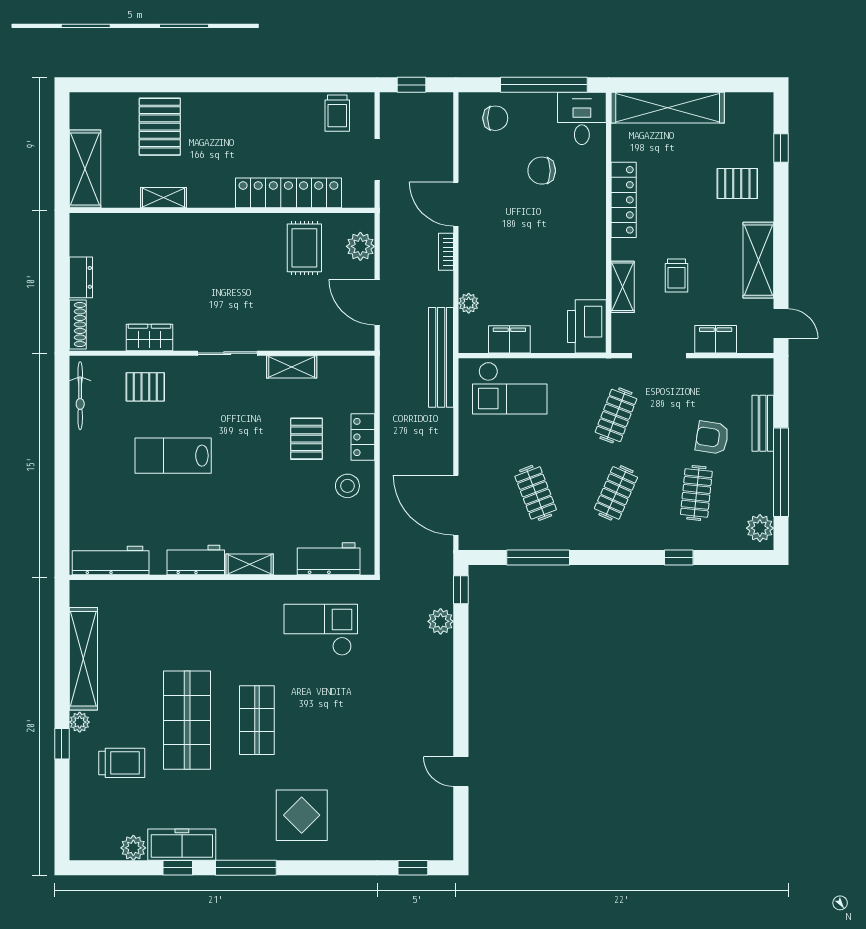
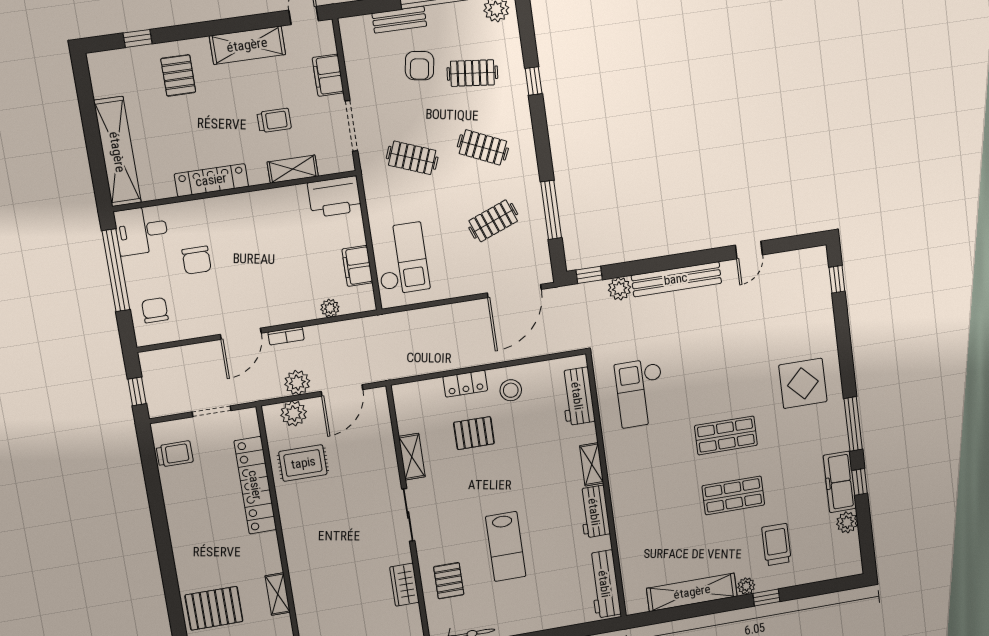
plant: (393, 256) -> (297, 383), added
bench: (441, 357) -> (676, 279), moved
shop shelf: (187, 720) -> (733, 495), width x0.70, depth x0.74

